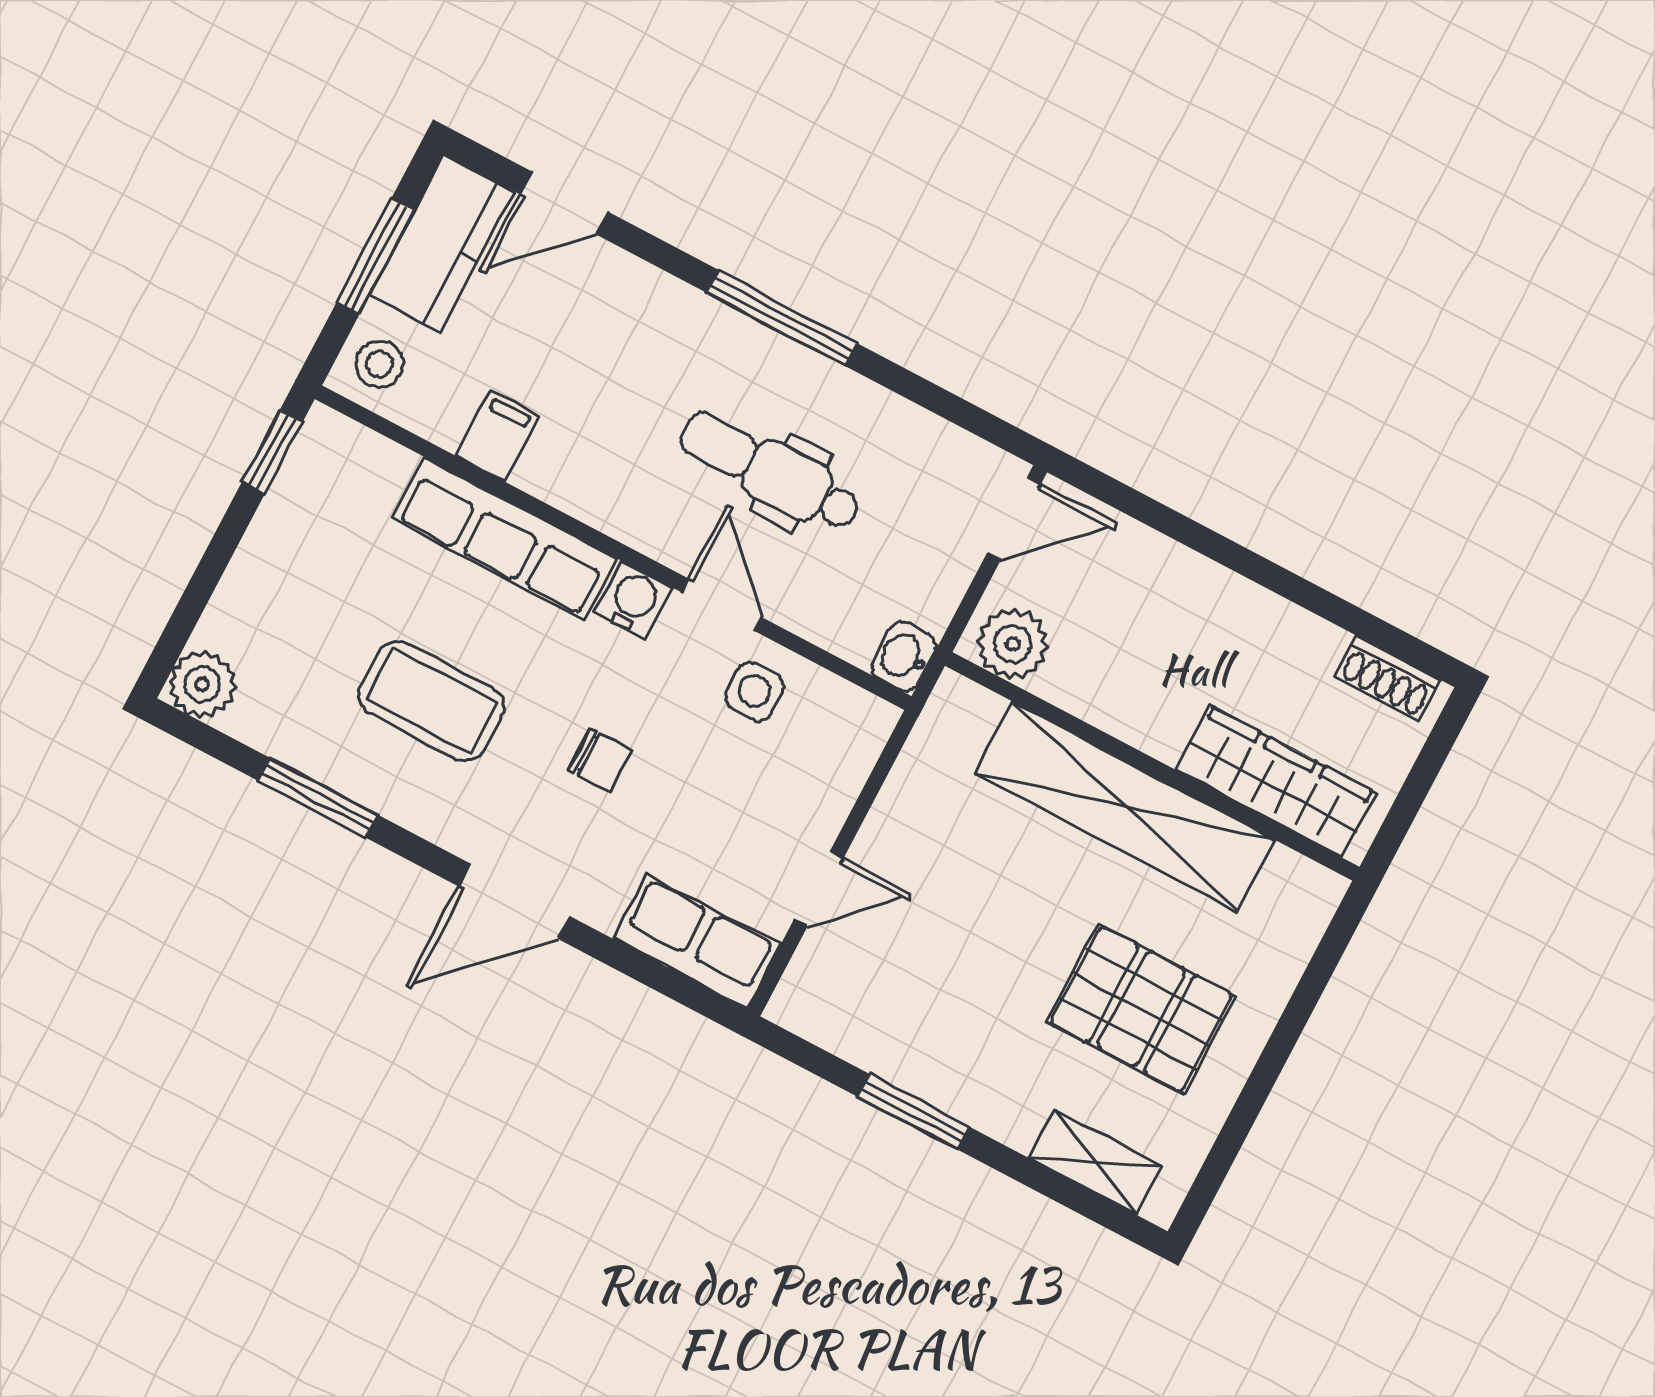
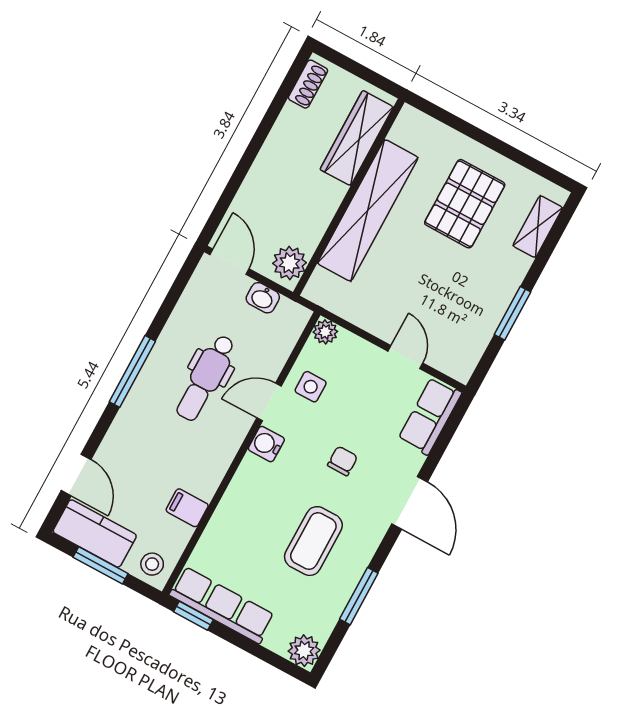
row of seats: (504, 539) -> (222, 605), moved, turned -90
washbasin: (904, 657) -> (263, 298), moved
plant: (870, 721) -> (325, 332), added

